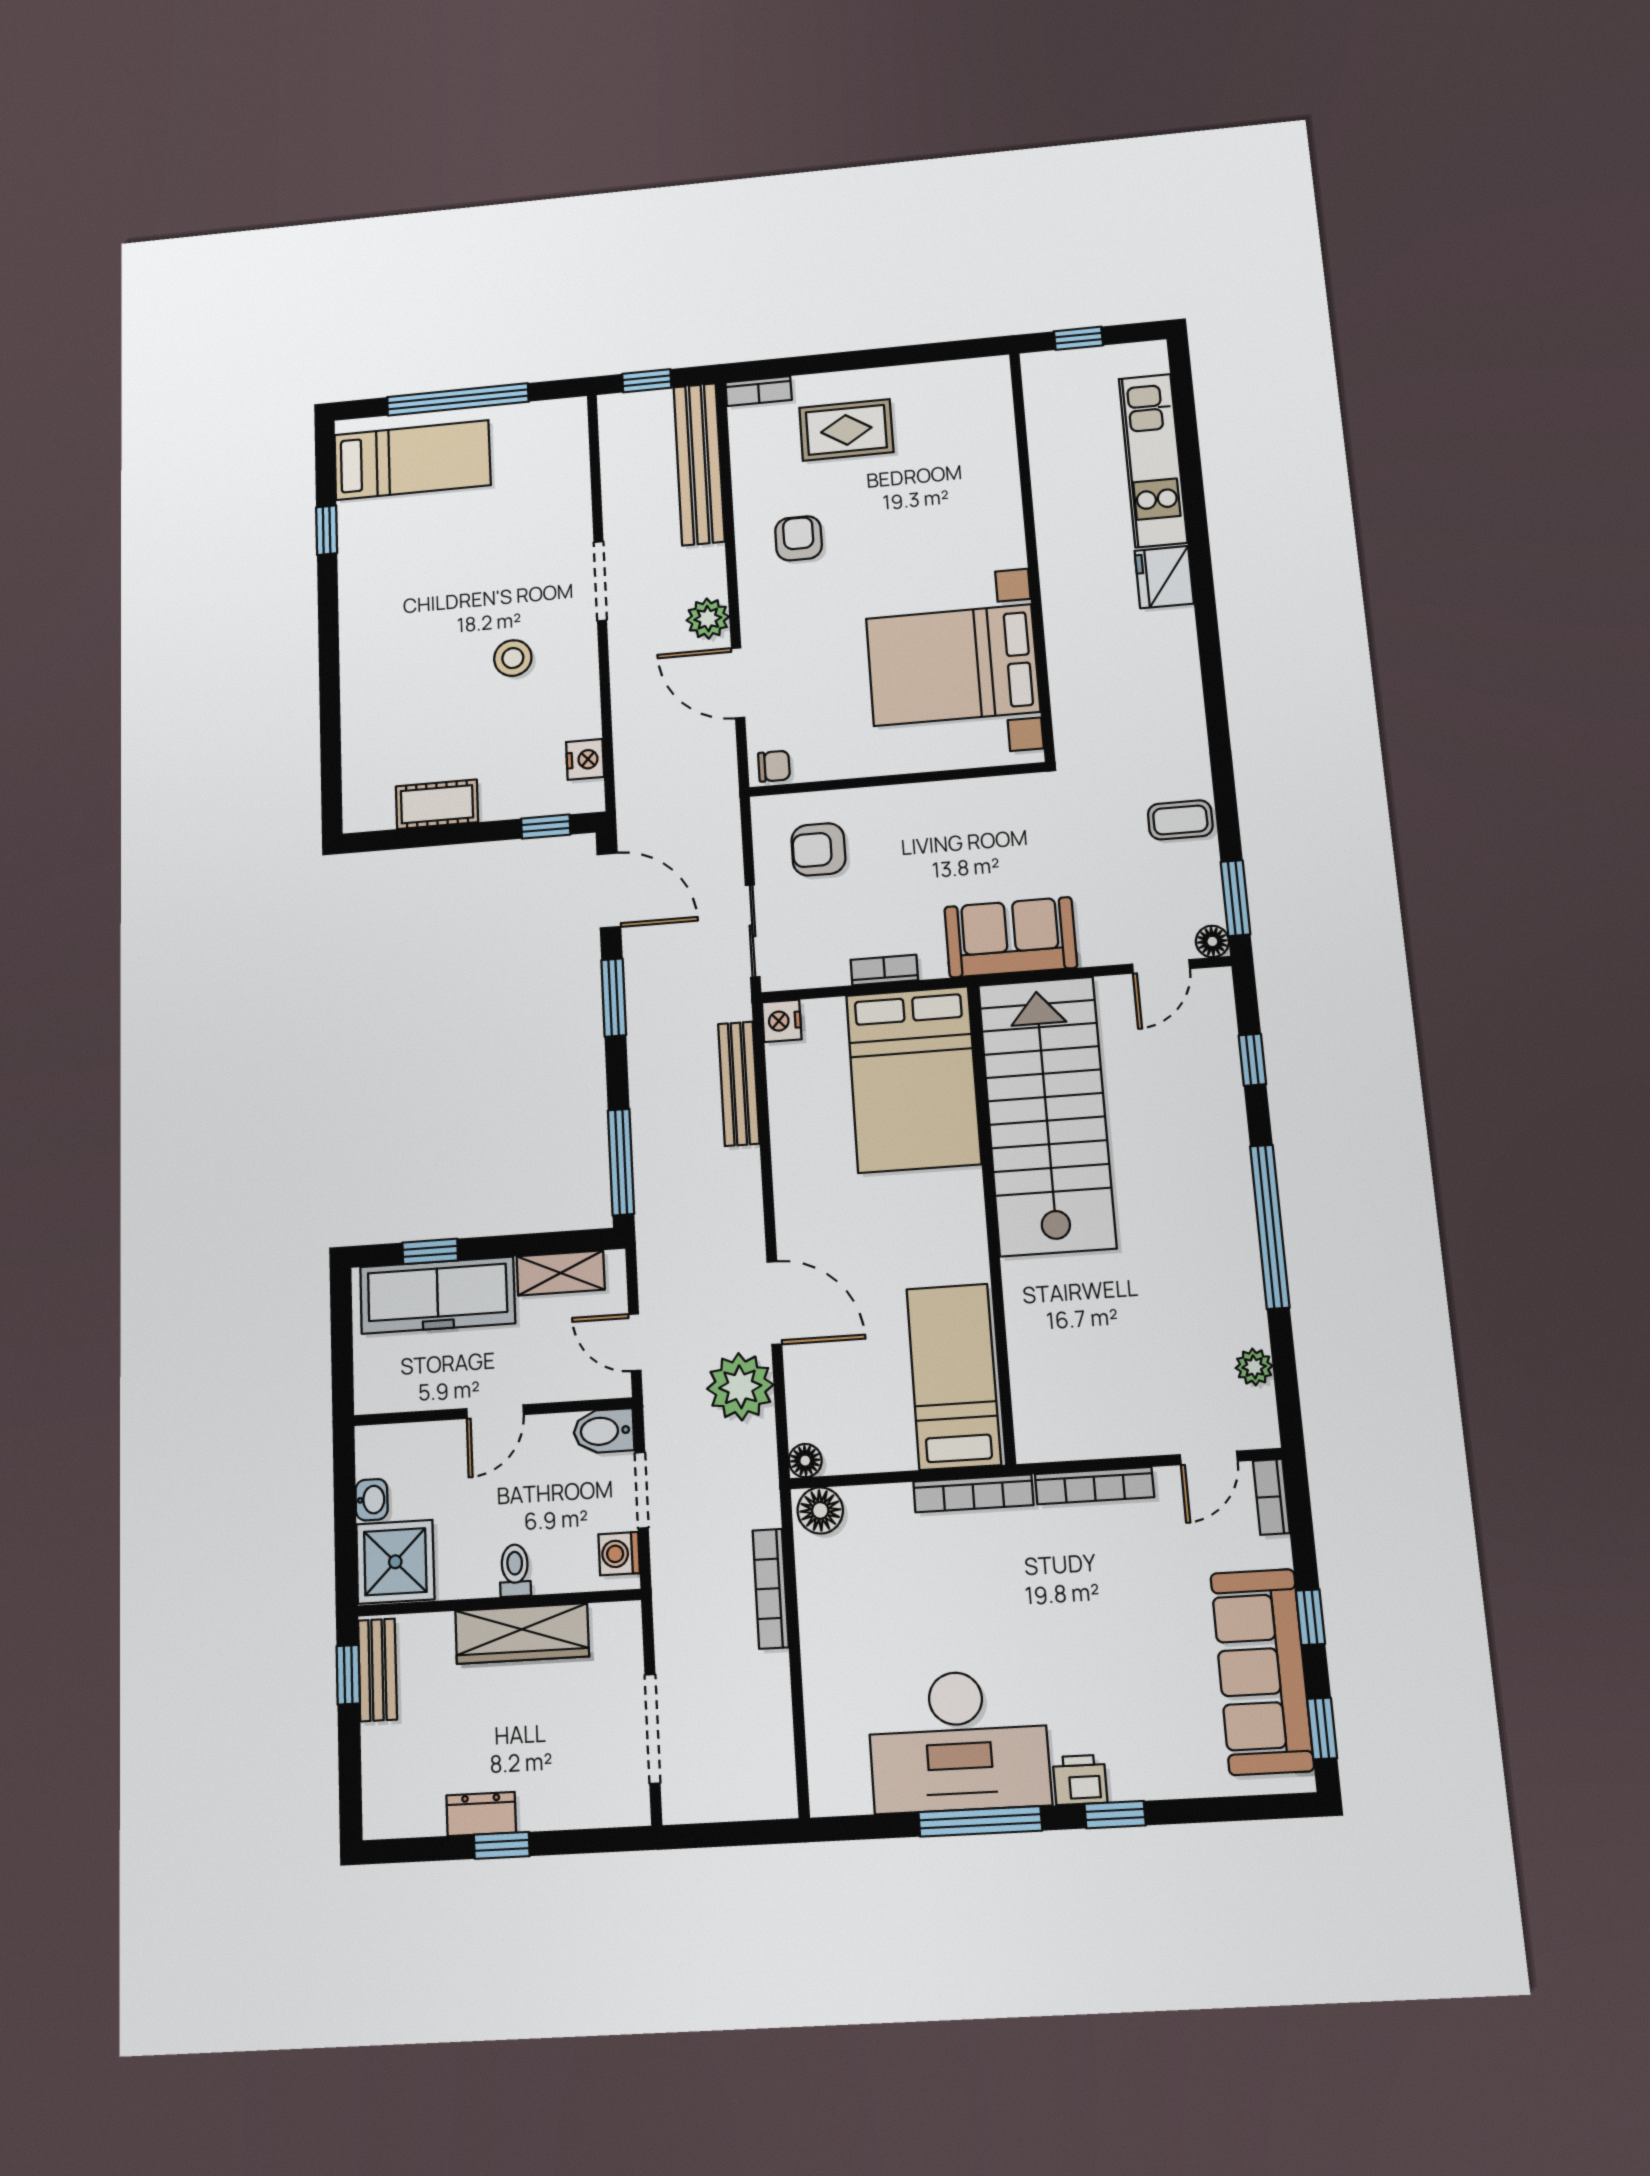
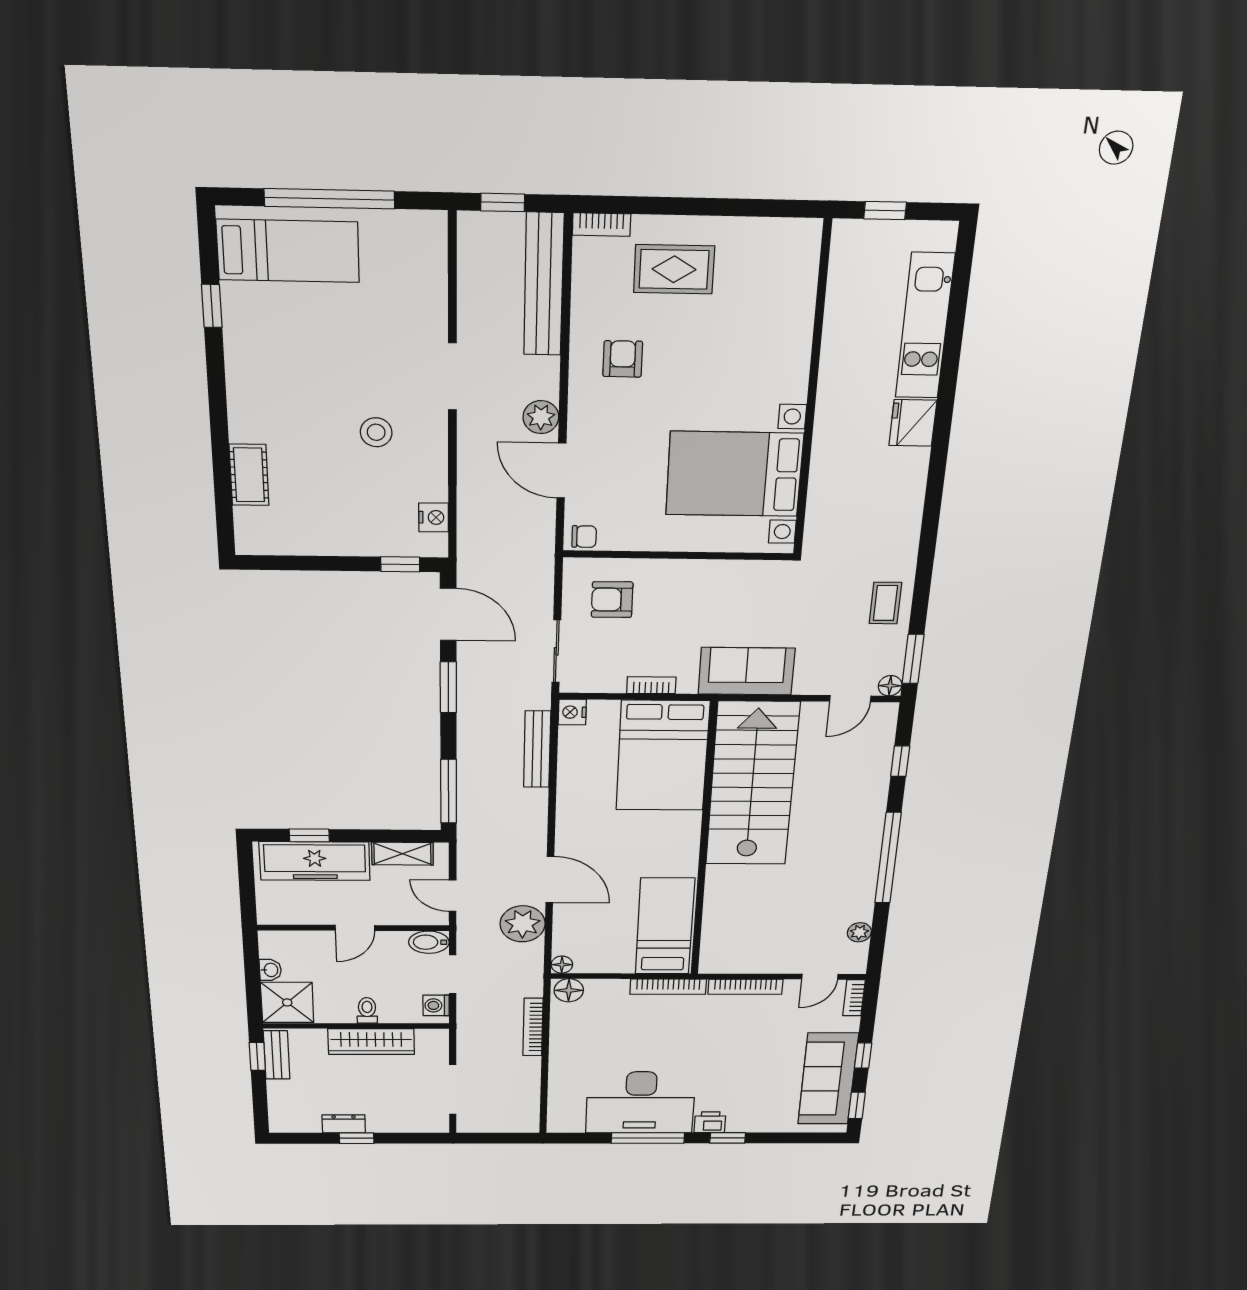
cot: (437, 804) -> (249, 475), moved, turned 90
coffee table: (1180, 820) -> (885, 603), turned 90

